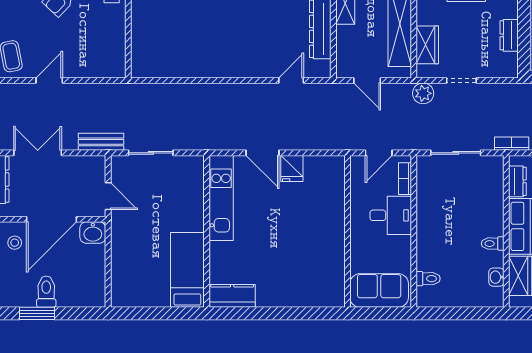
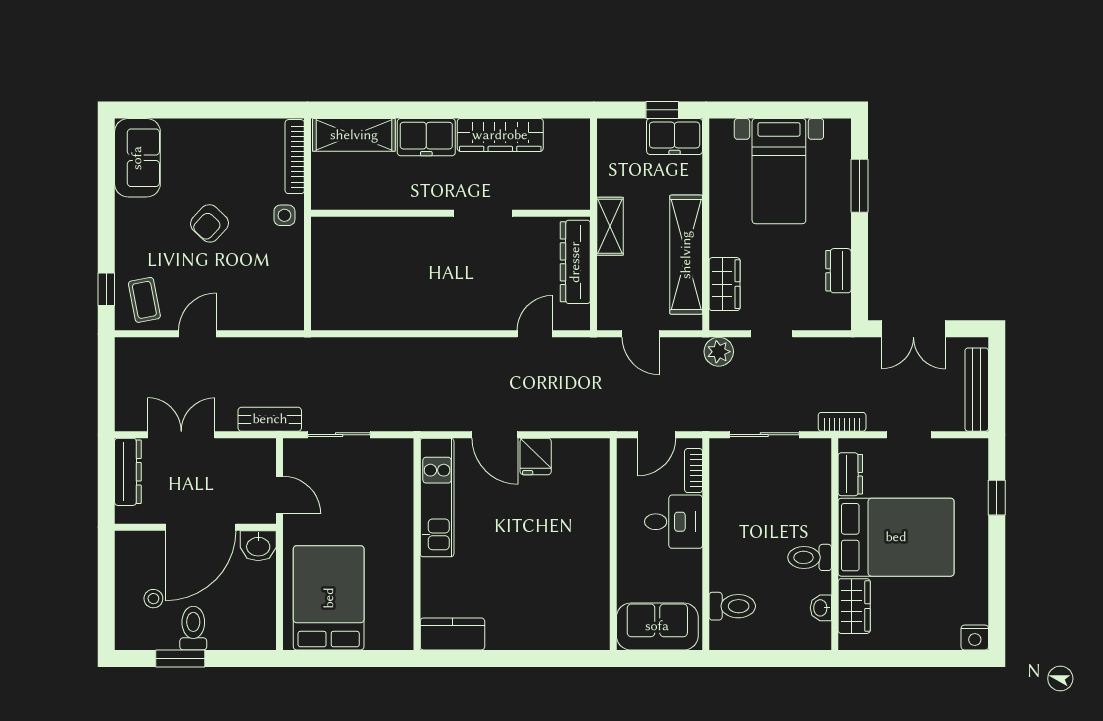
stool: (15, 243) -> (153, 599), moved
toilet: (493, 244) -> (810, 557), width x1.37, depth x1.39
bed: (187, 270) -> (329, 598), moved, width x1.50
toilet: (428, 279) -> (732, 606), width x1.37, depth x1.39

